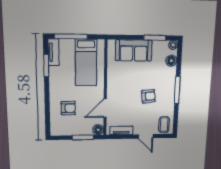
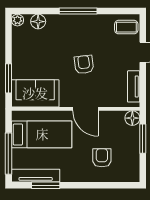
window: (155, 38) -> (8, 78), moved
sofa: (134, 50) -> (35, 93), moved, turned -90
tv unit: (54, 52) -> (36, 176), width x1.41
armchair: (148, 96) -> (84, 65), moved
door: (105, 108) -> (85, 109), moved

